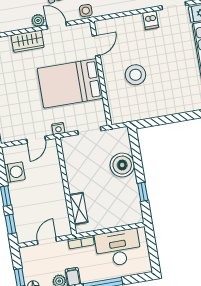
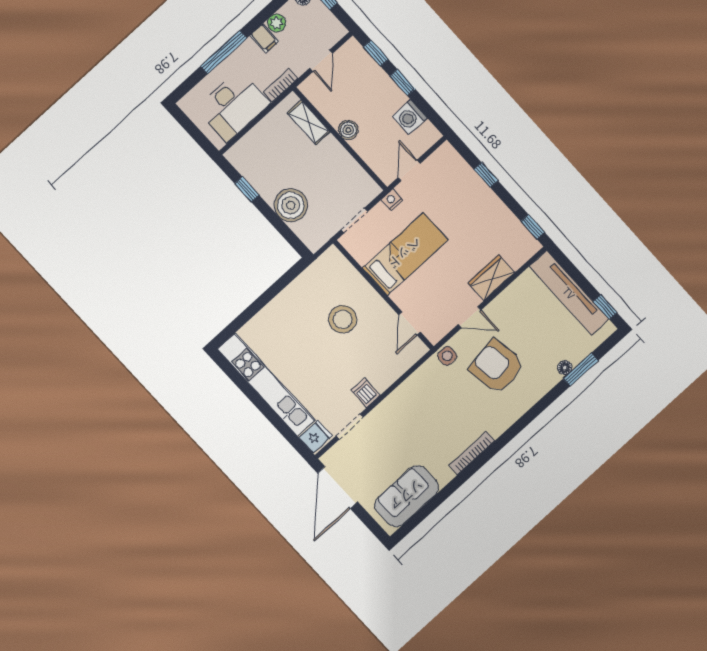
plant: (38, 20) -> (495, 309), removed
bed: (70, 83) -> (405, 254), width x0.67
boiler: (57, 188) -> (348, 130), added

